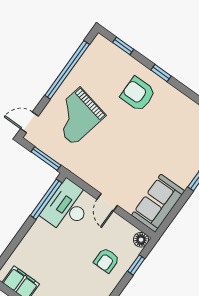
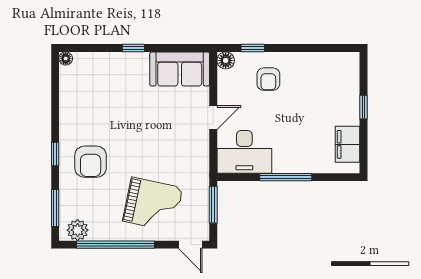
window: (123, 46) -> (55, 208), width x1.50
plant: (96, 51) -> (78, 230), added
window: (46, 199) -> (286, 177), moved
armchair: (106, 260) -> (268, 79), turned 90

